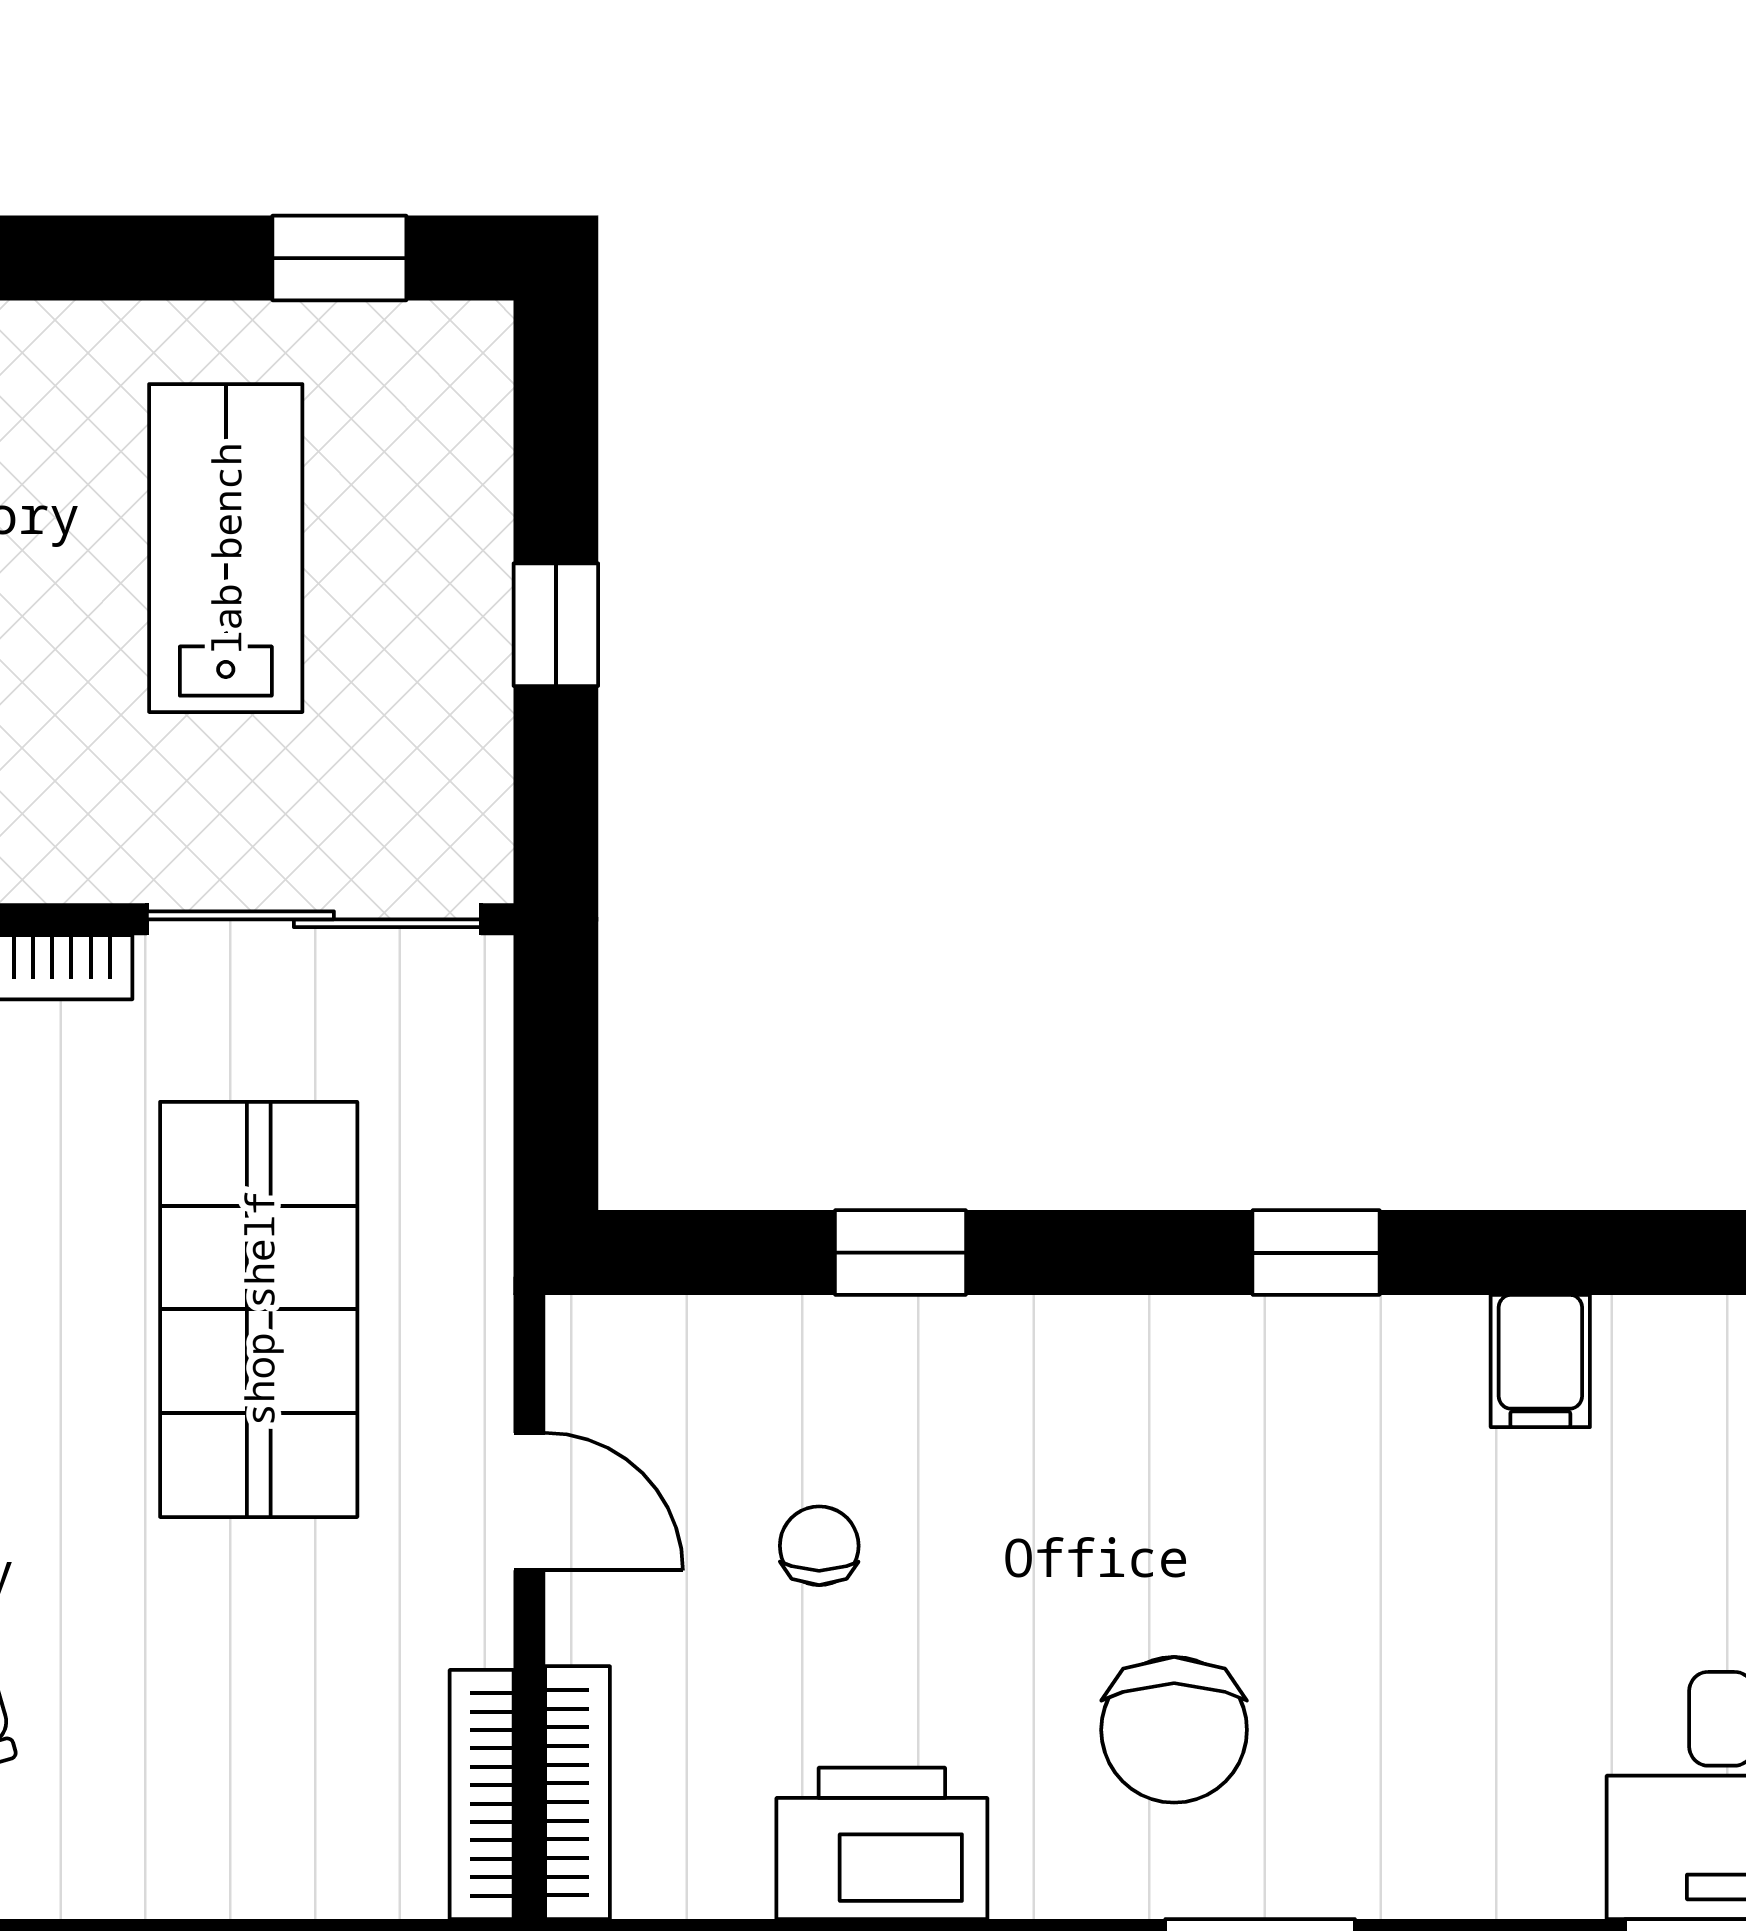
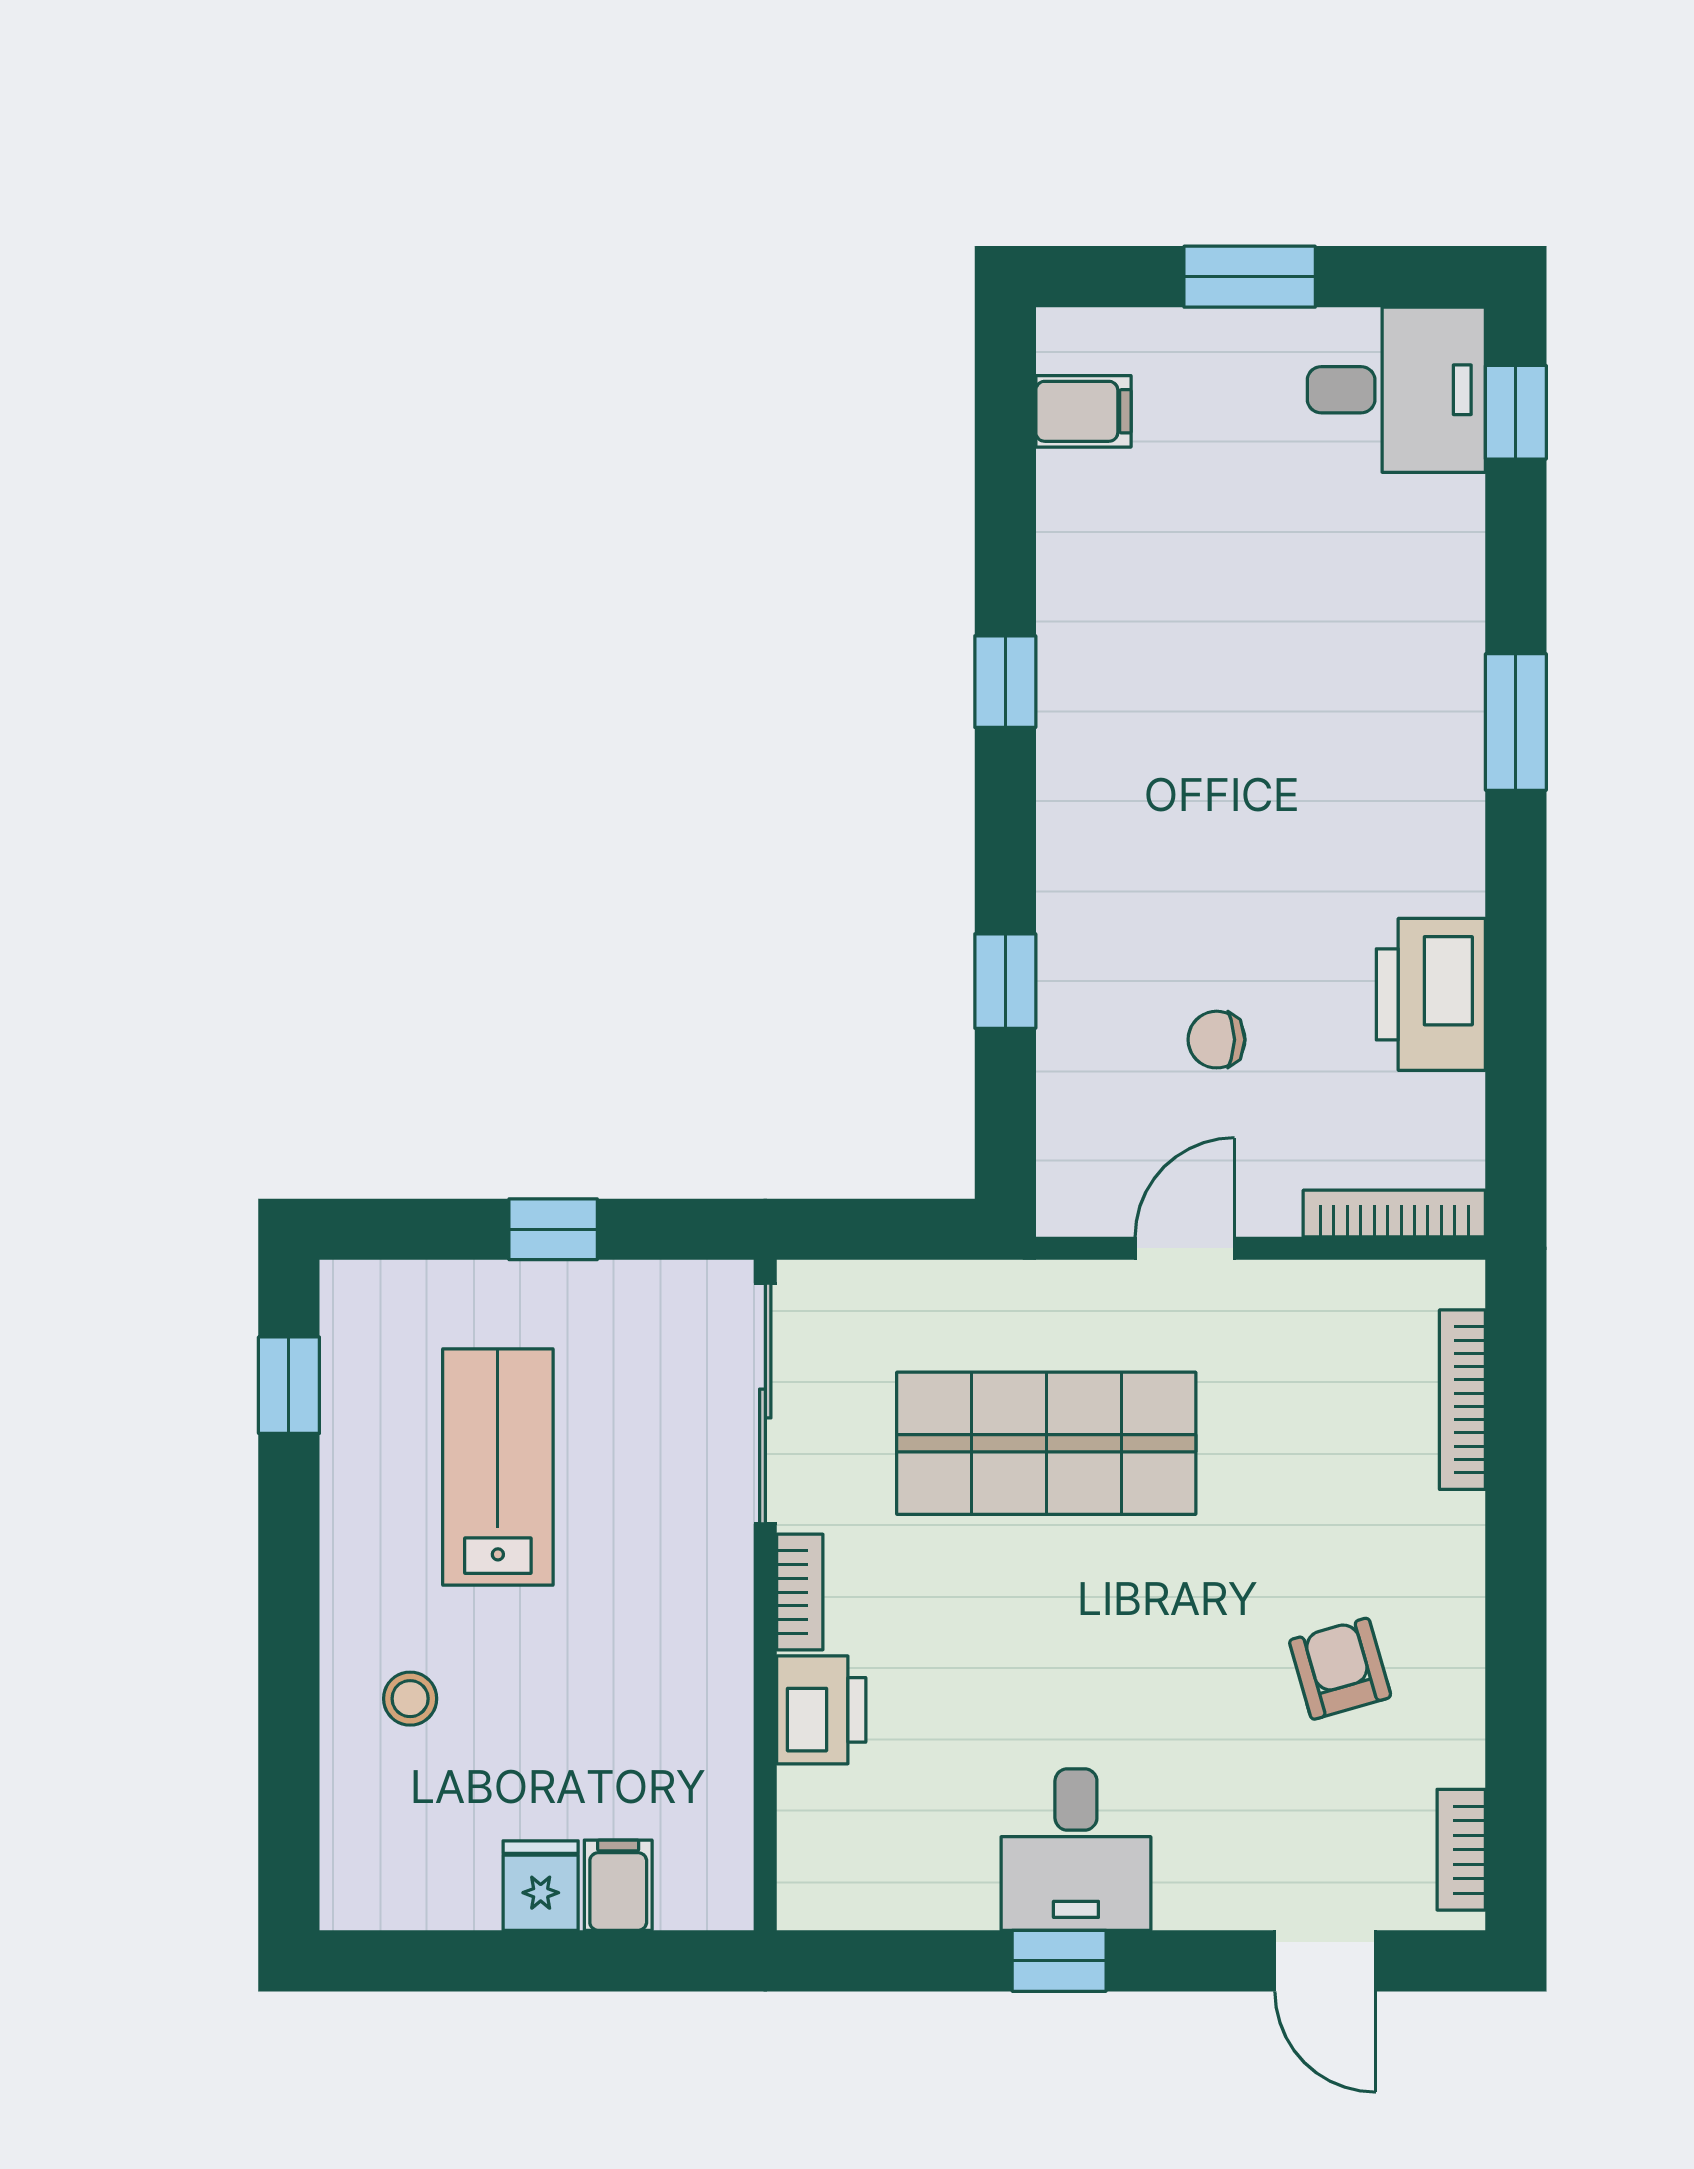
lab bench: (226, 548) -> (498, 1467), turned 90
filing cabinet: (1540, 1361) -> (1083, 411), moved
chair: (1174, 1730) -> (1349, 784), removed
bookcase: (482, 1794) -> (1462, 1400), moved, turned 90

